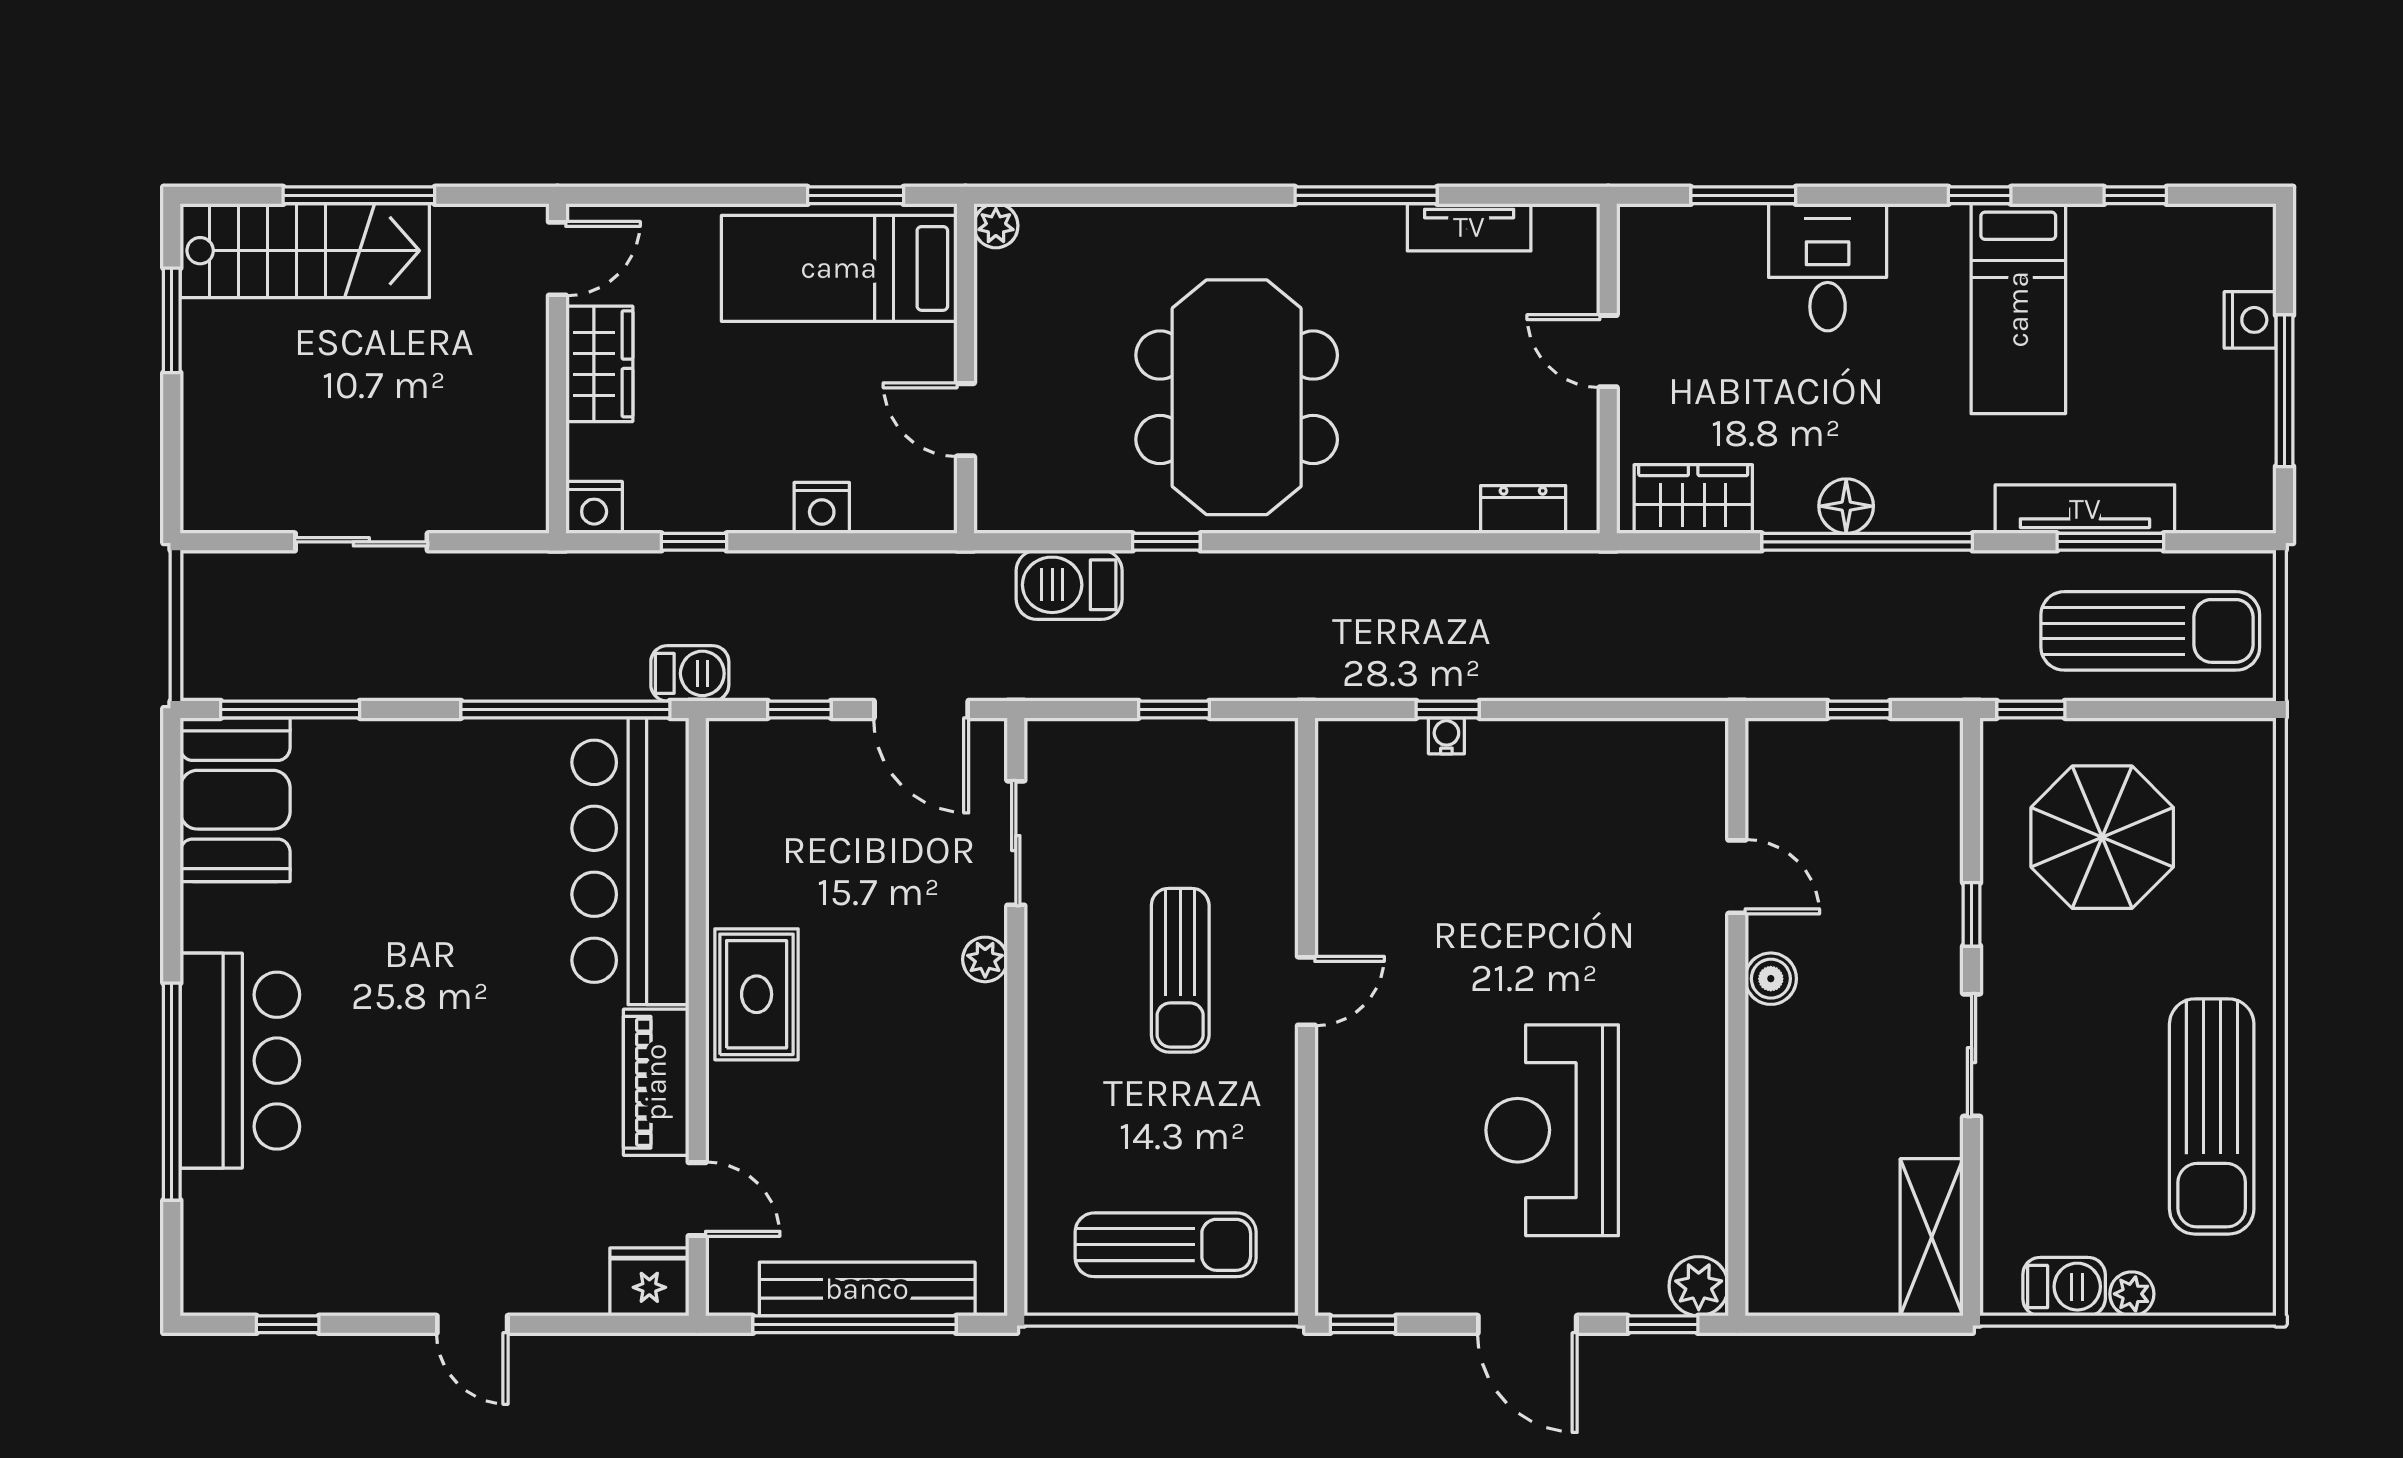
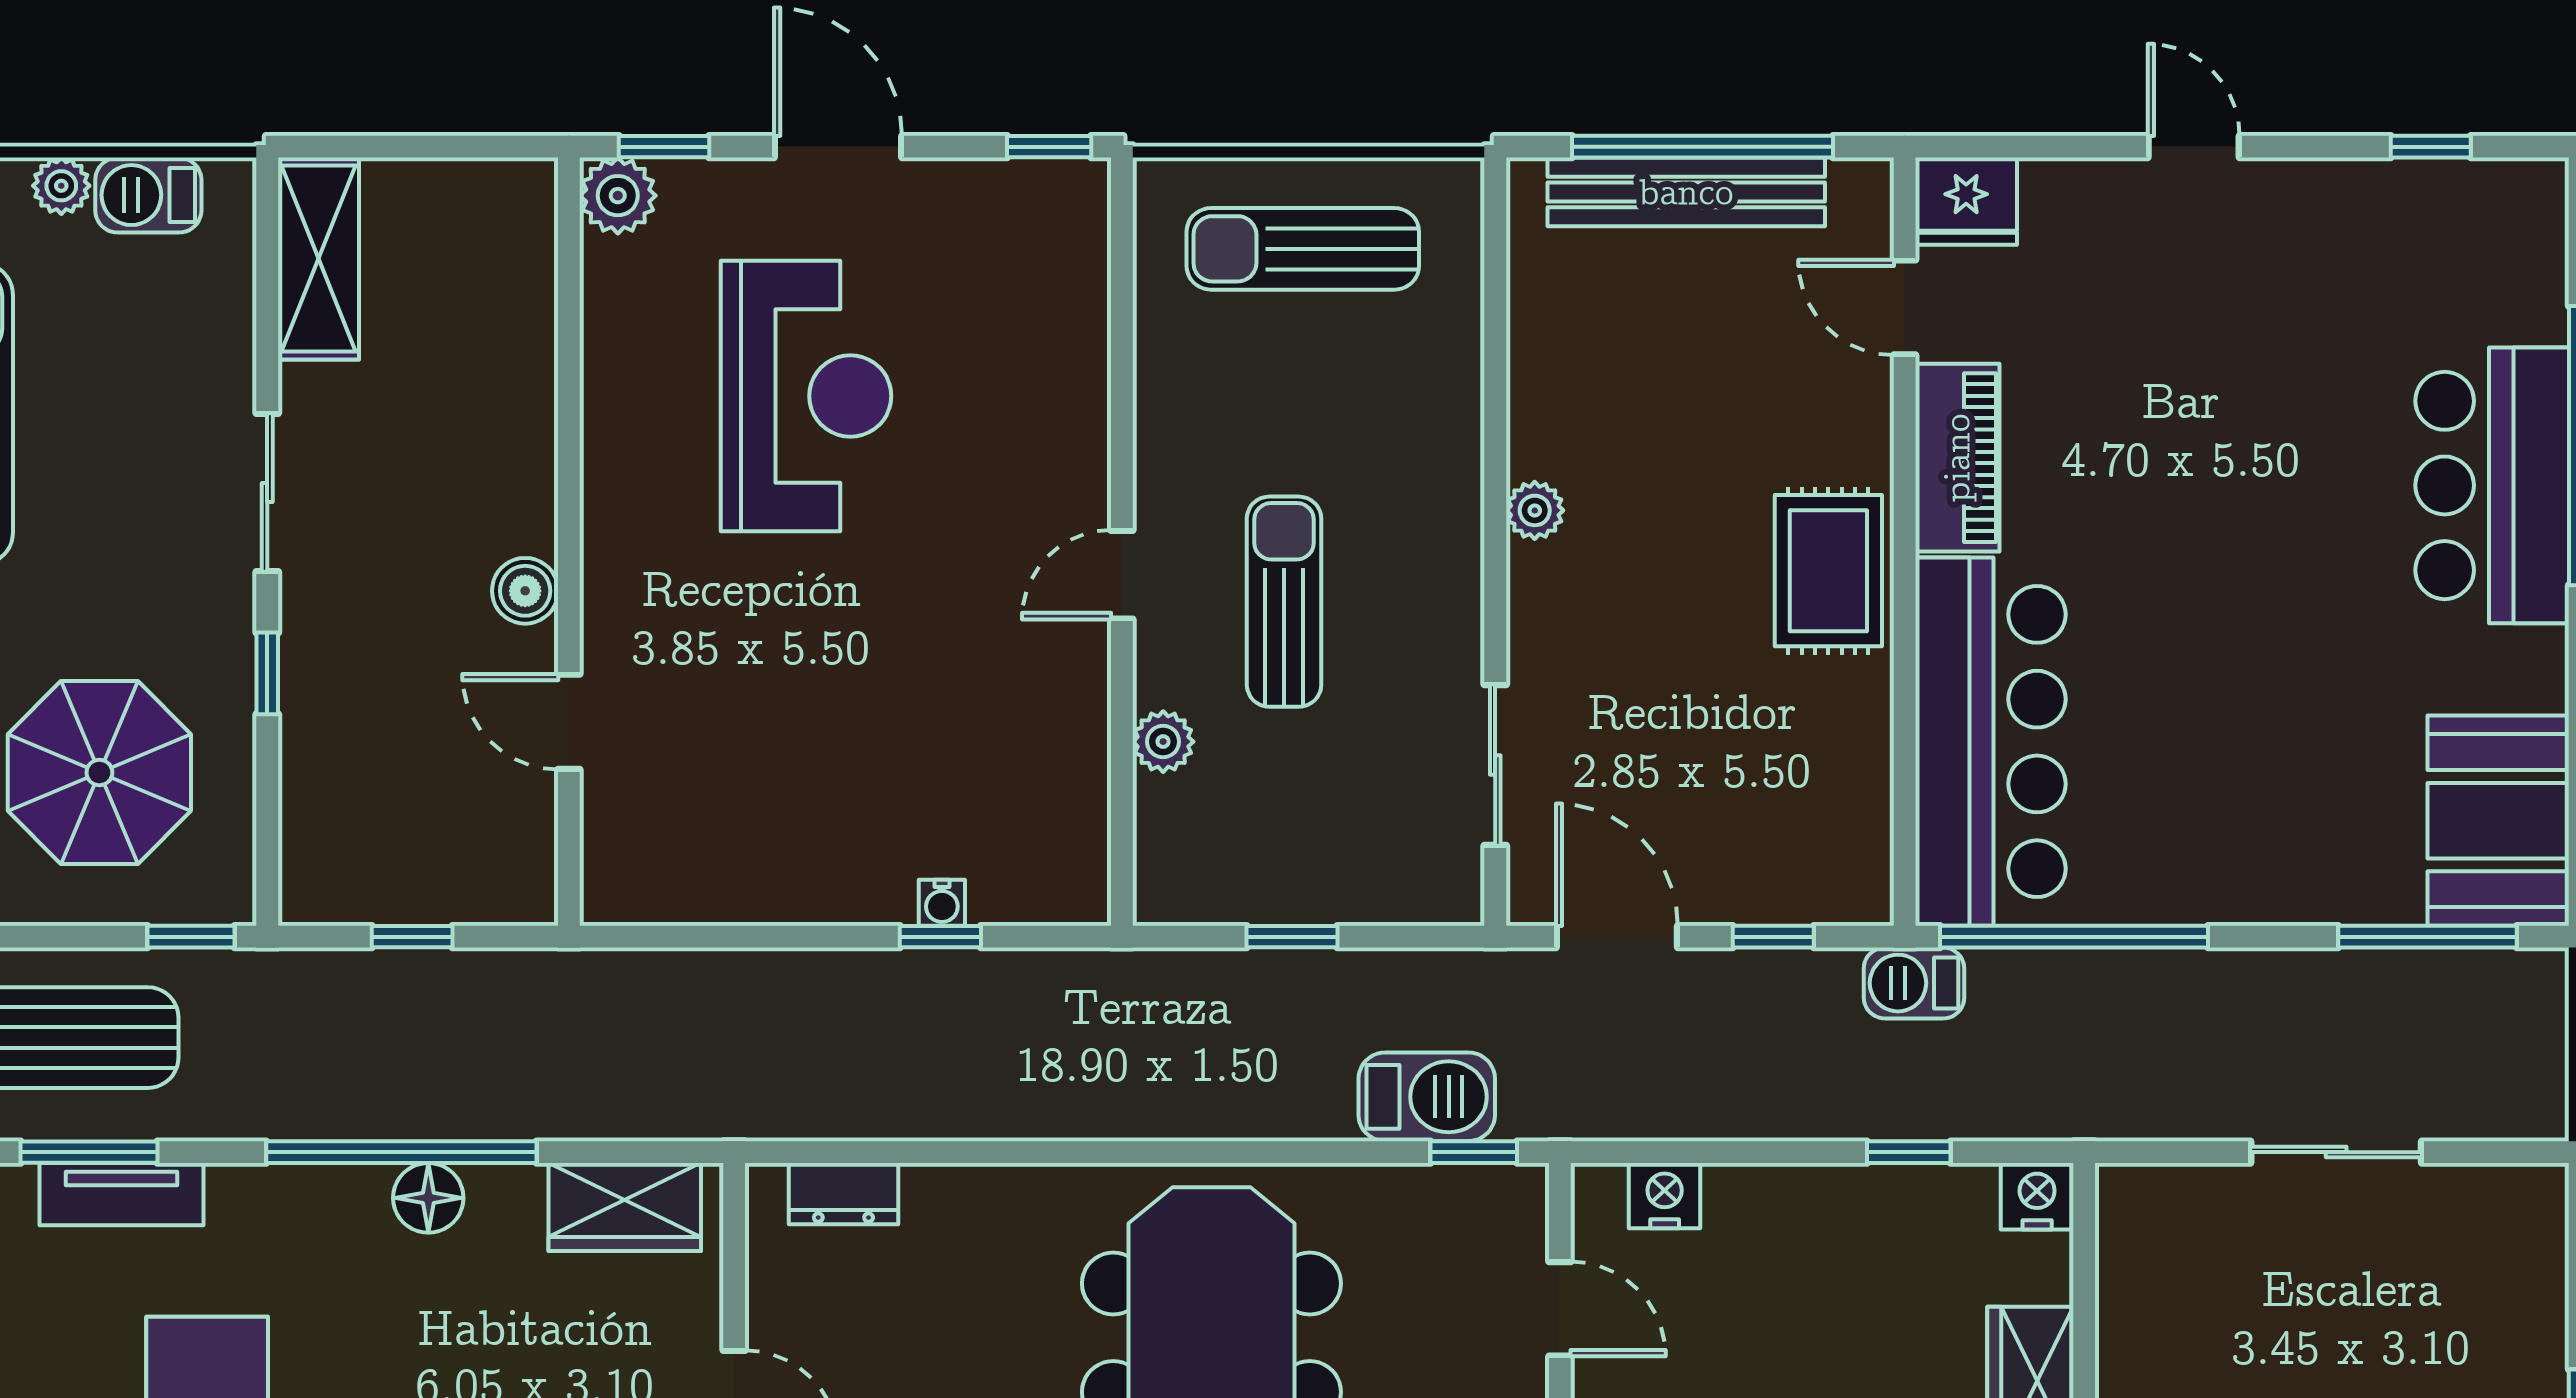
nightstand: (822, 508) -> (1665, 1196), moved
tv unit: (2085, 509) -> (121, 1194), width x0.71
window: (1166, 542) -> (1474, 1152), moved
plant: (1274, 861) -> (1163, 742), added
plant: (985, 959) -> (1535, 510), moved

